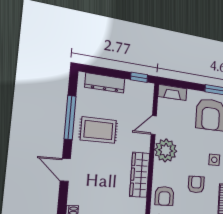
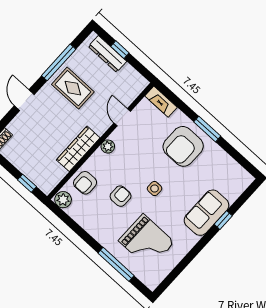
window: (139, 77) -> (120, 50), moved
door: (154, 125) -> (122, 117), hinge flipped
plant: (166, 150) -> (108, 146), width x0.53, depth x0.53

